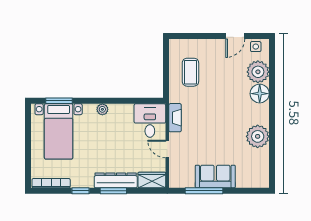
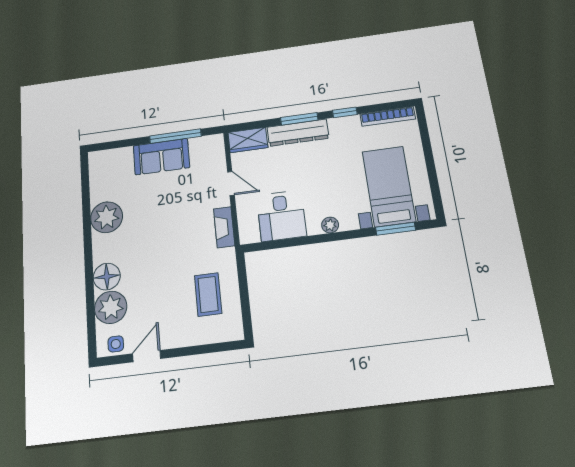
desk: (150, 121) -> (281, 216), moved

